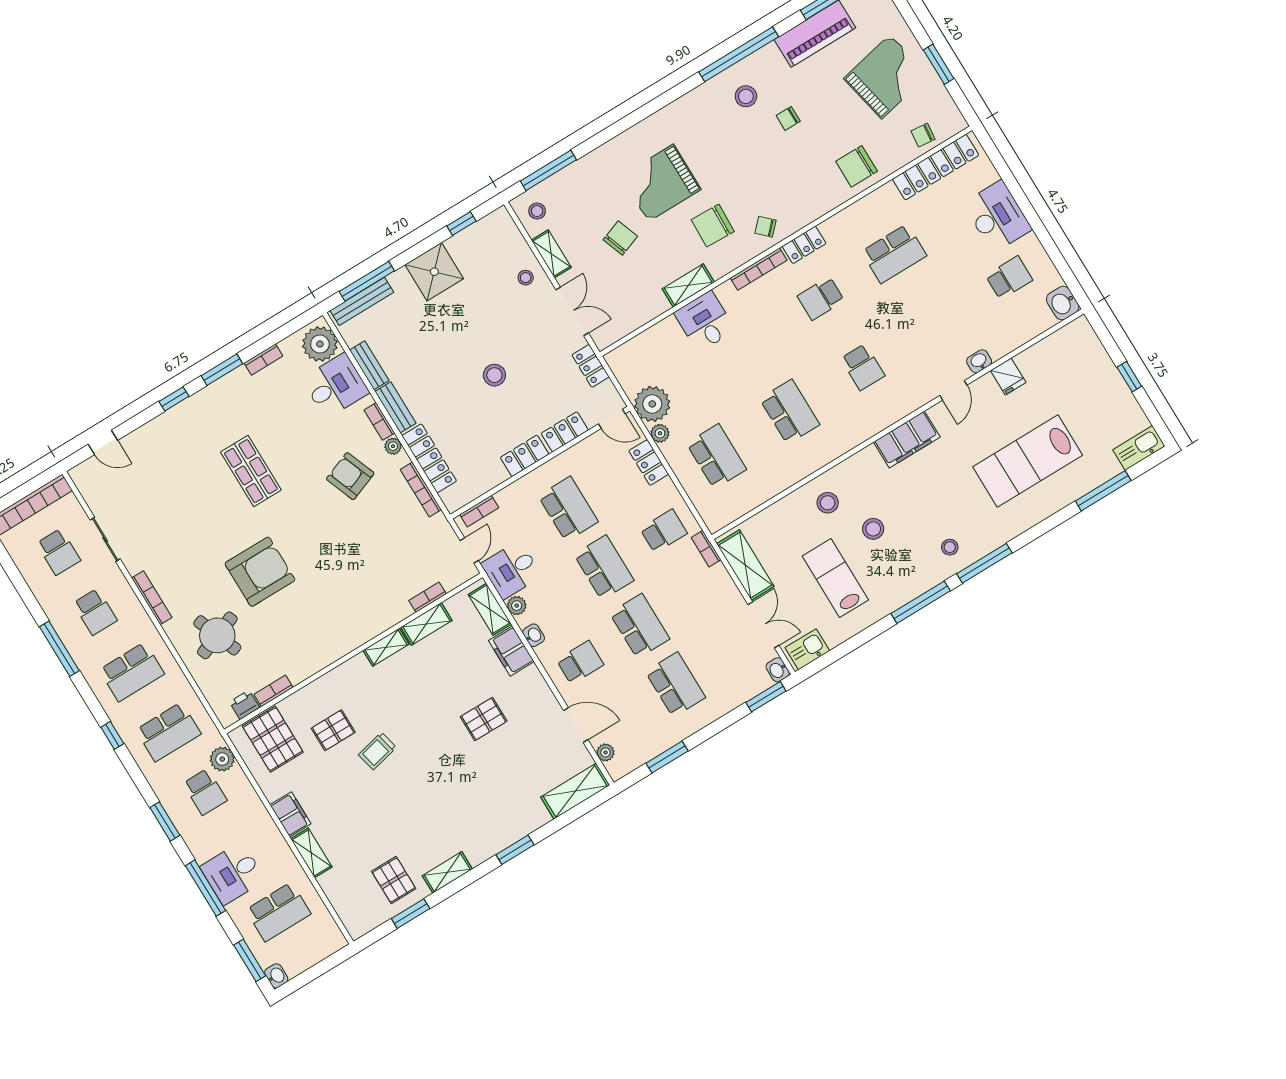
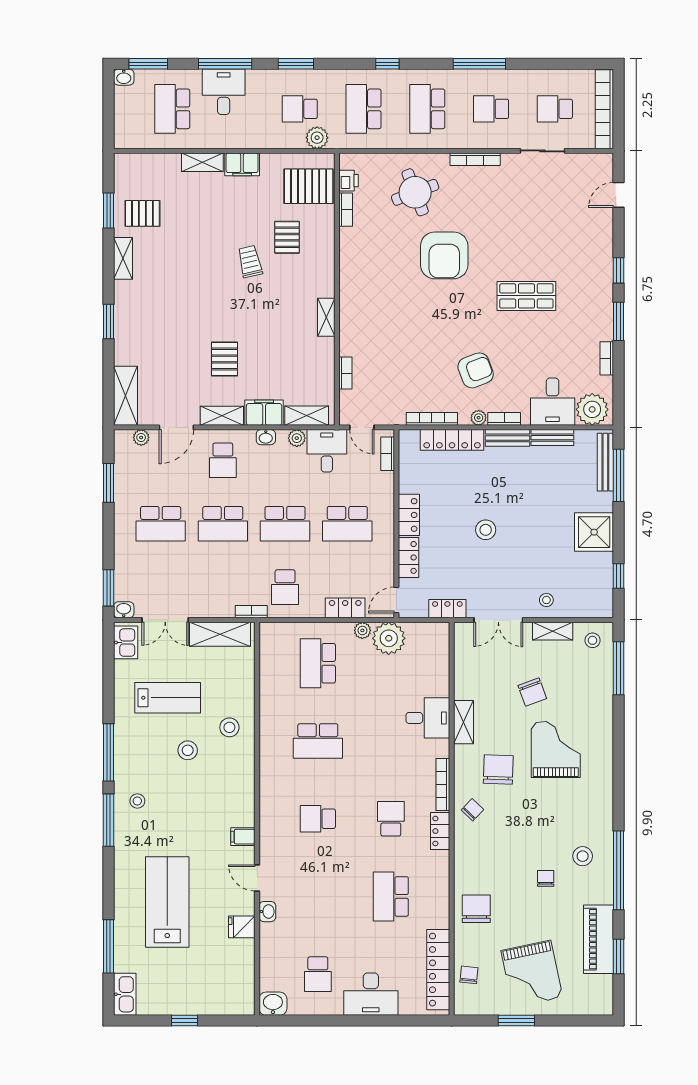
filing cabinet: (907, 439) -> (243, 837), width x0.33, depth x0.86
school desk: (716, 456) -> (318, 663), turned 90
shelving: (426, 624) -> (222, 416), moved, turned 90

